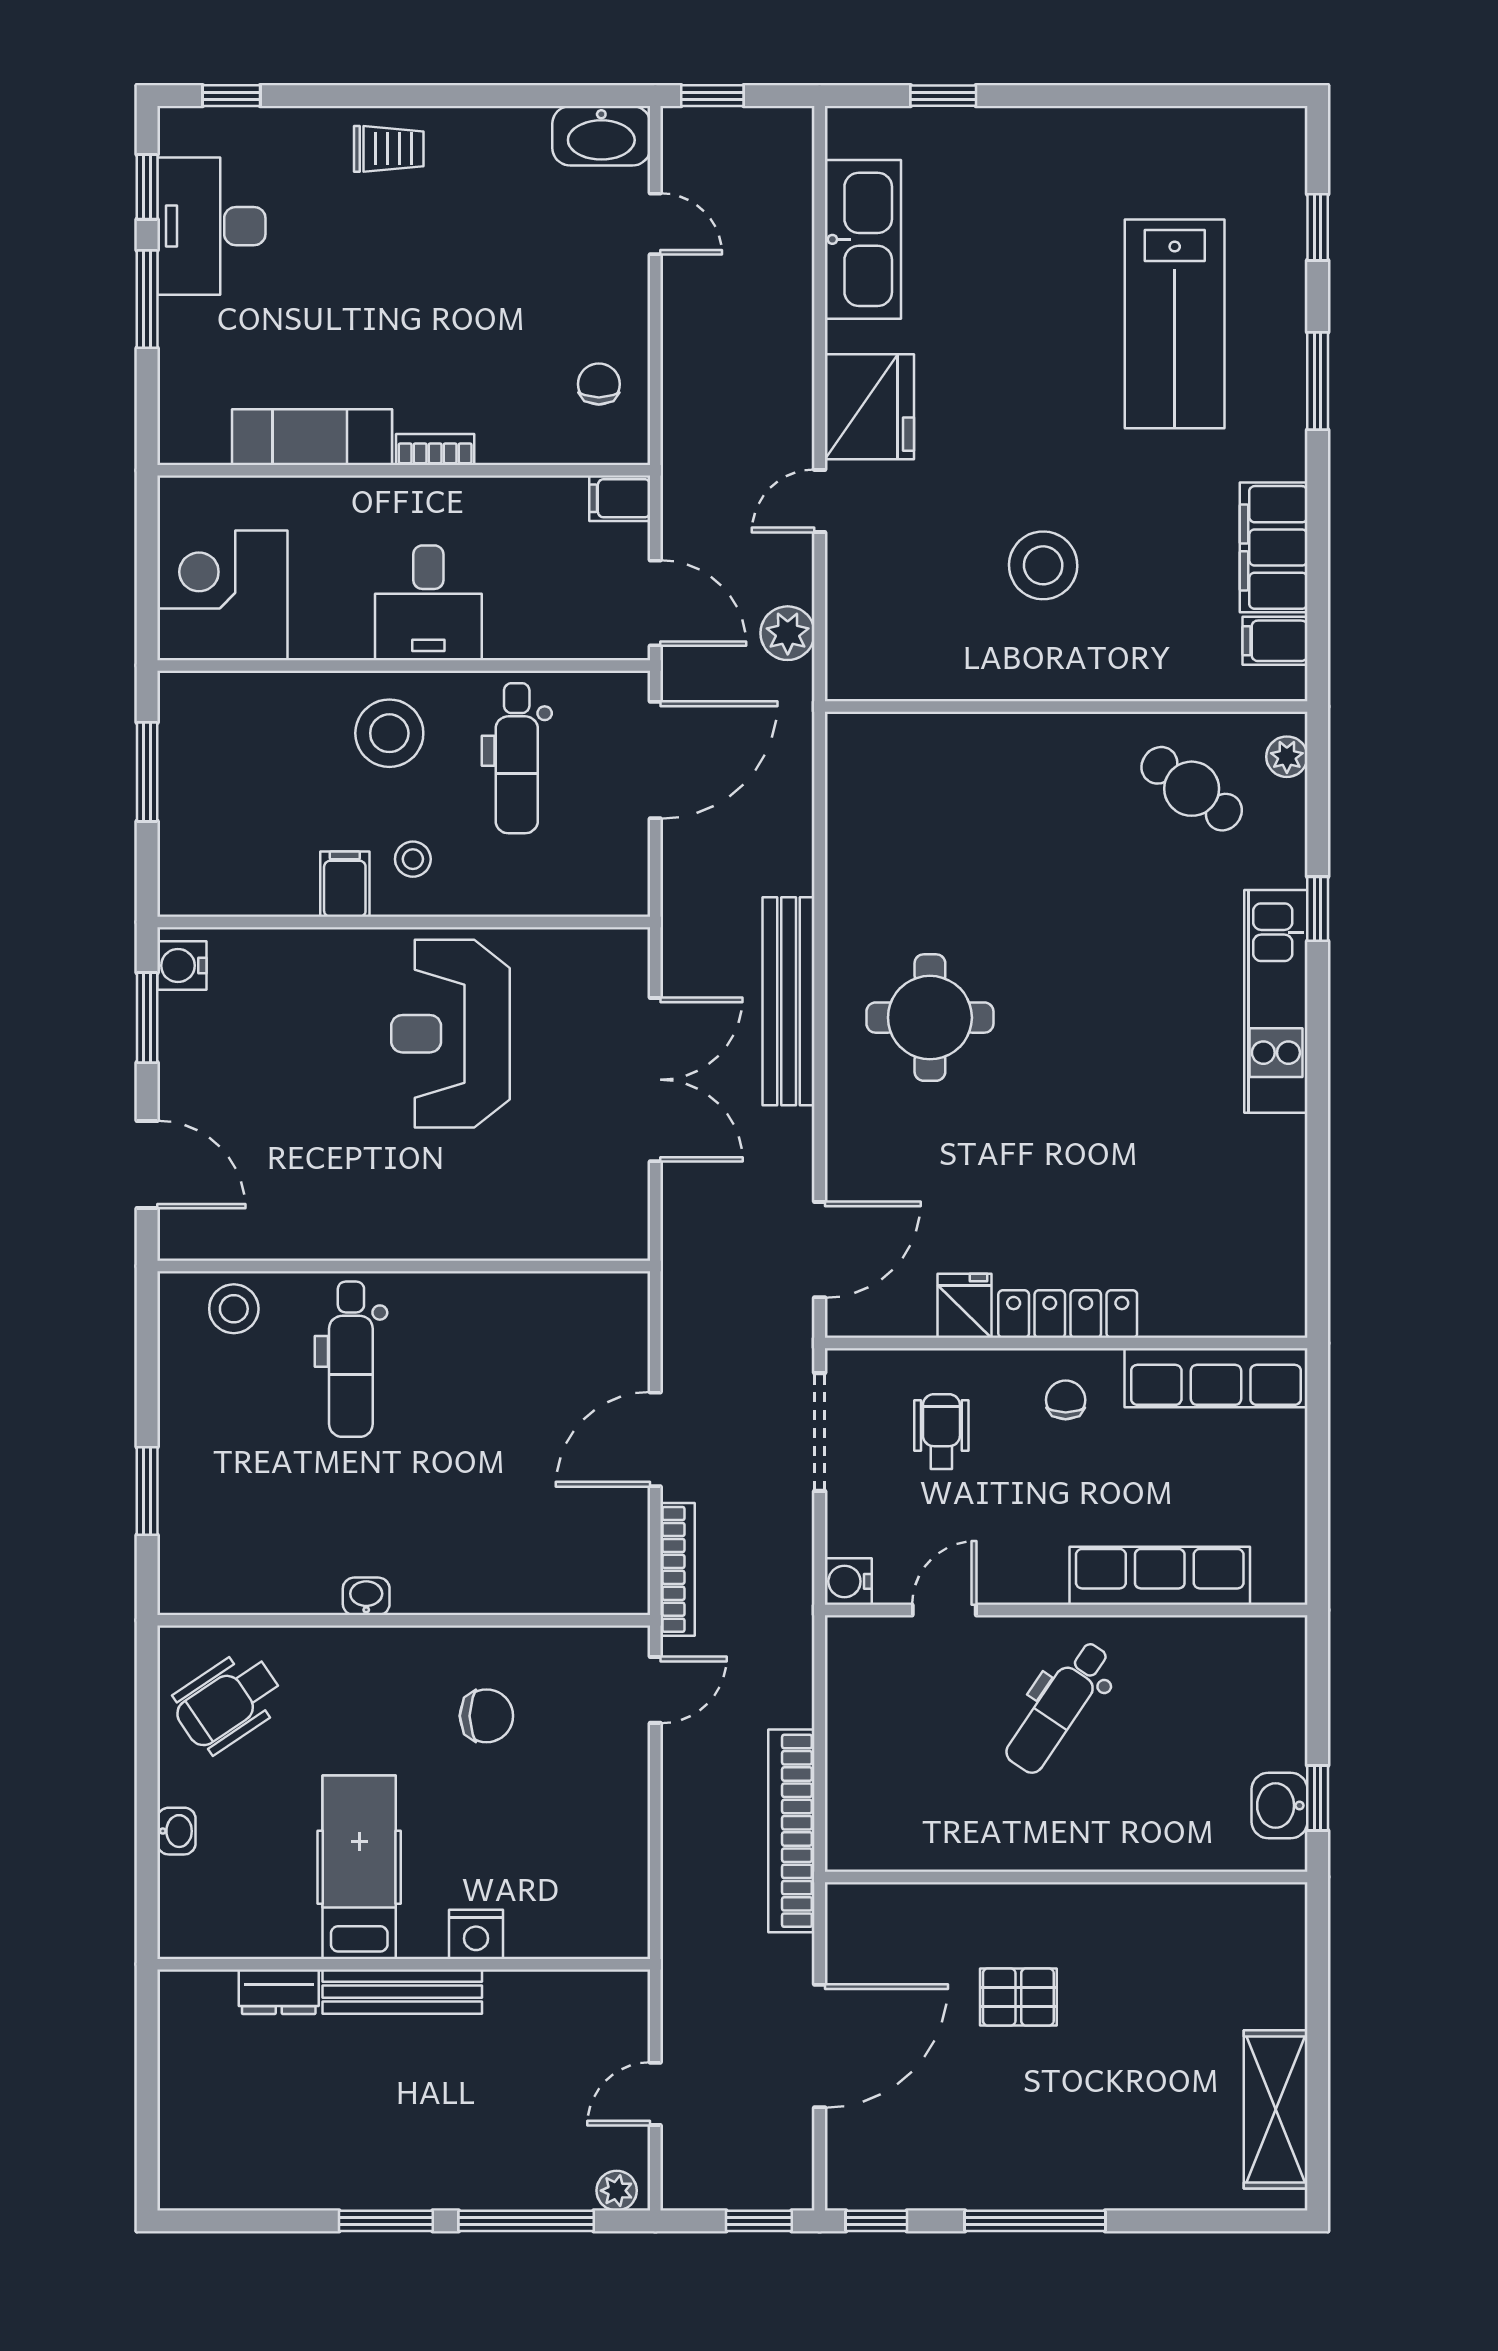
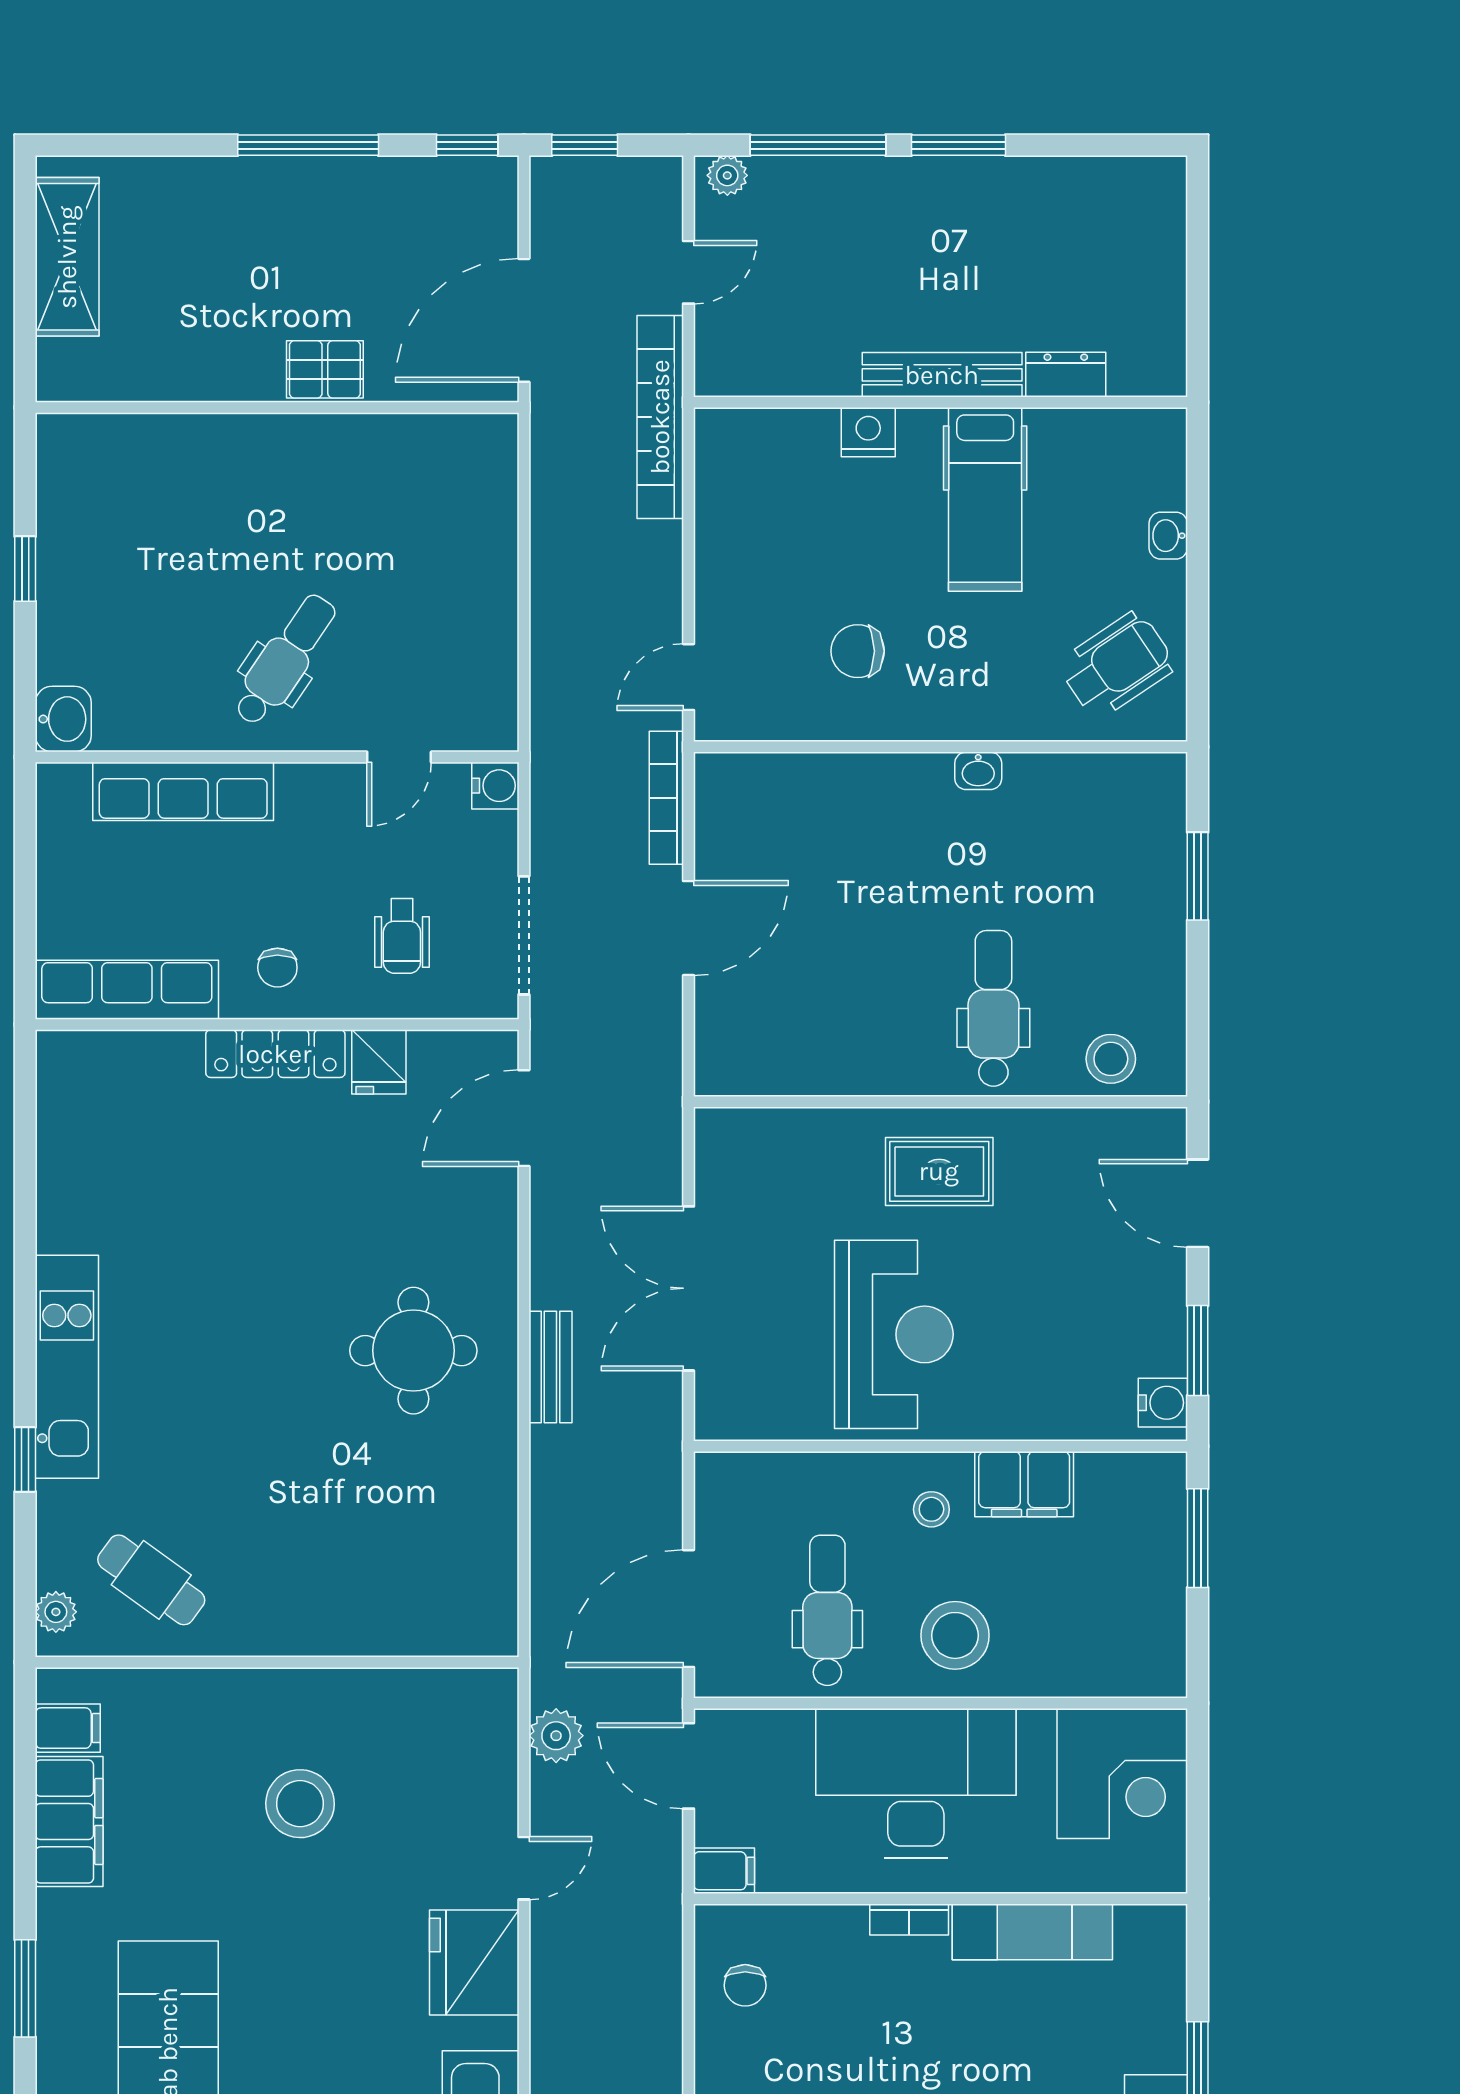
desk: (428, 603) -> (916, 1783), width x1.87, depth x1.30
window: (147, 772) -> (1198, 1538), moved
filing cabinet: (345, 884) -> (1024, 1484), width x2.00
bench: (789, 1001) -> (550, 1367), width x0.54, depth x0.82
rug: (405, 1196) -> (939, 1171), added
washbasin: (1279, 1806) -> (63, 719), moved
bookcase: (791, 1831) -> (660, 417), moved, turned 180
wall: (1066, 1877) -> (277, 407), moved

